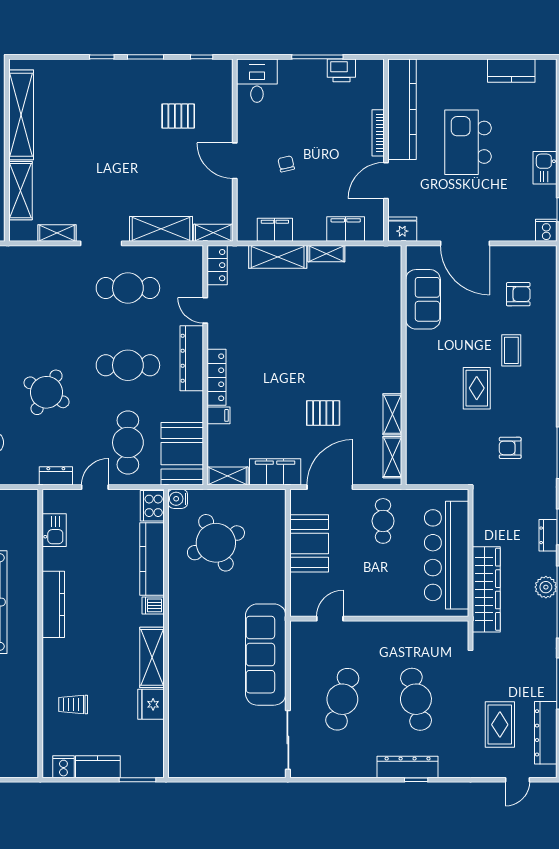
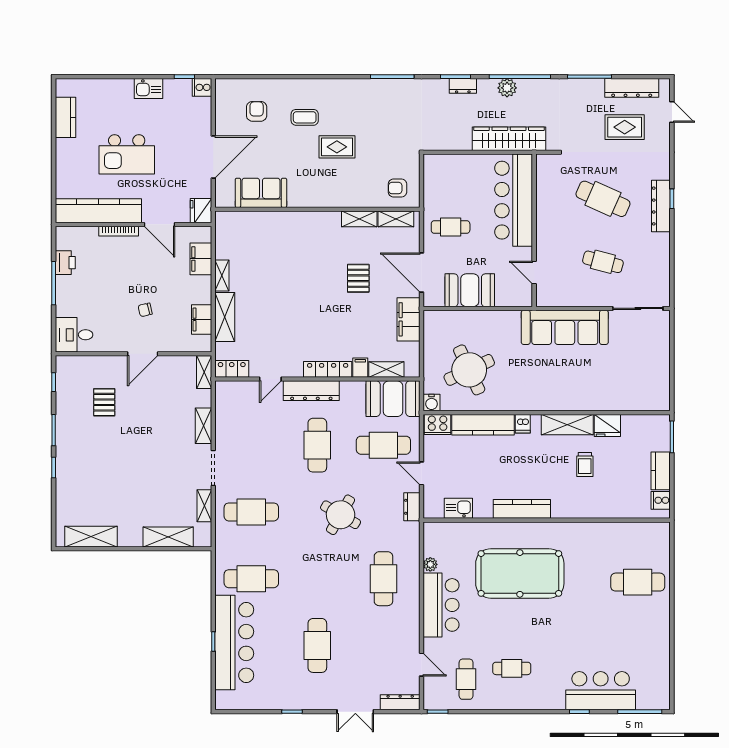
shelving: (21, 115) -> (91, 537), width x0.68
shelving: (161, 229) -> (203, 426), width x0.67, depth x0.75
cafe table: (128, 288) -> (251, 512), moved, turned 90
armchair: (510, 448) -> (397, 188), moved, turned 90
shelving: (228, 476) -> (386, 369), moved, turned 90
bar counter: (447, 555) -> (514, 200), moved, turned 90
cafe table: (342, 699) -> (603, 262), width x0.73, depth x0.74
cafe table: (416, 699) -> (603, 199), turned 36
trolley: (73, 704) -> (585, 465), moved

